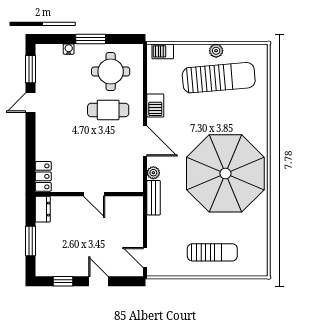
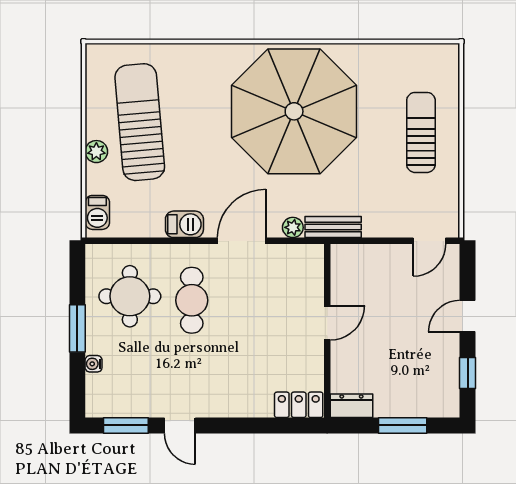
plant: (216, 51) -> (96, 152), moved

